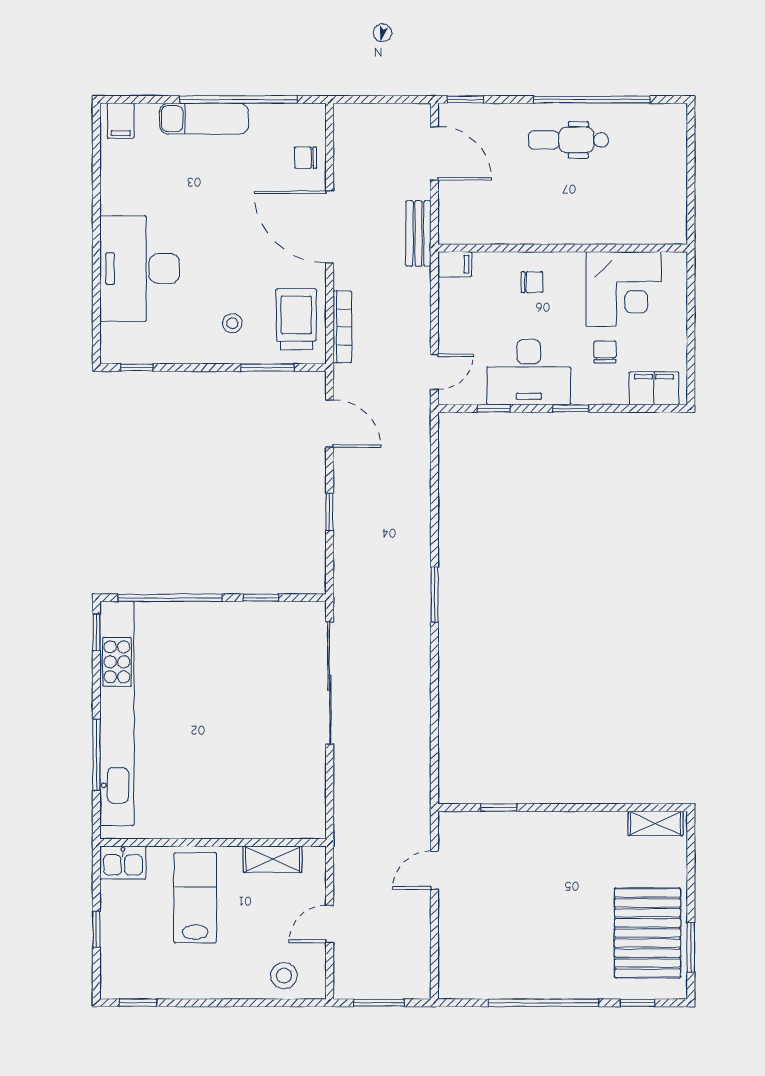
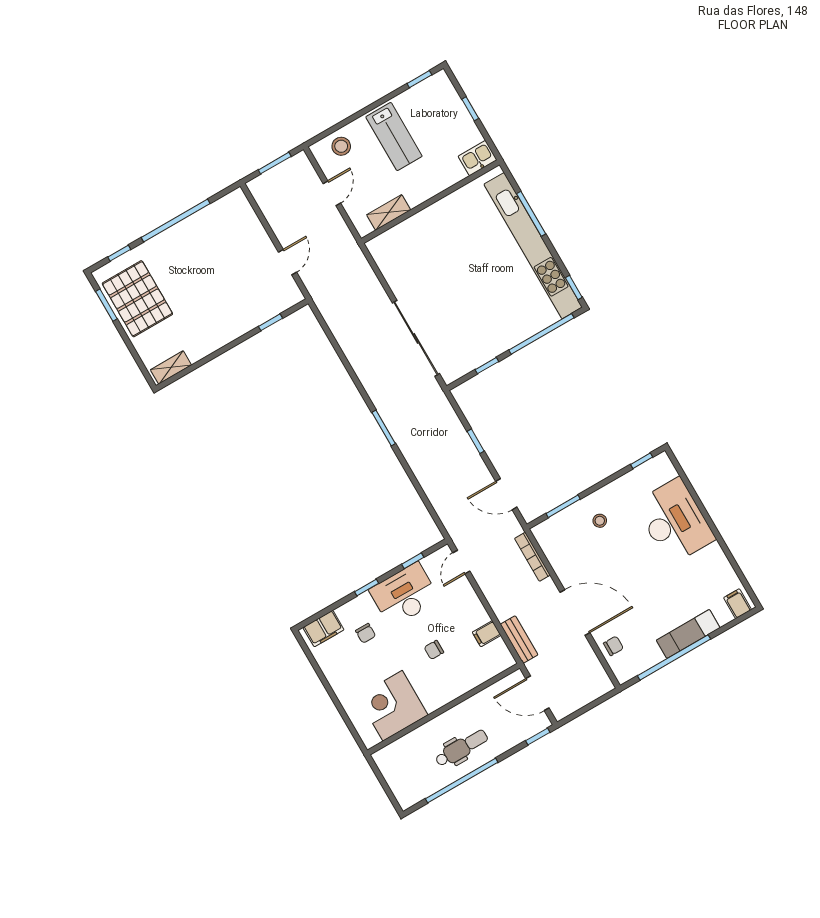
wall: (563, 248) -> (444, 709), moved
corner desk: (624, 289) -> (393, 706), moved
trolley: (296, 319) -> (563, 545), removed
lab bench: (195, 898) -> (394, 137), moved

